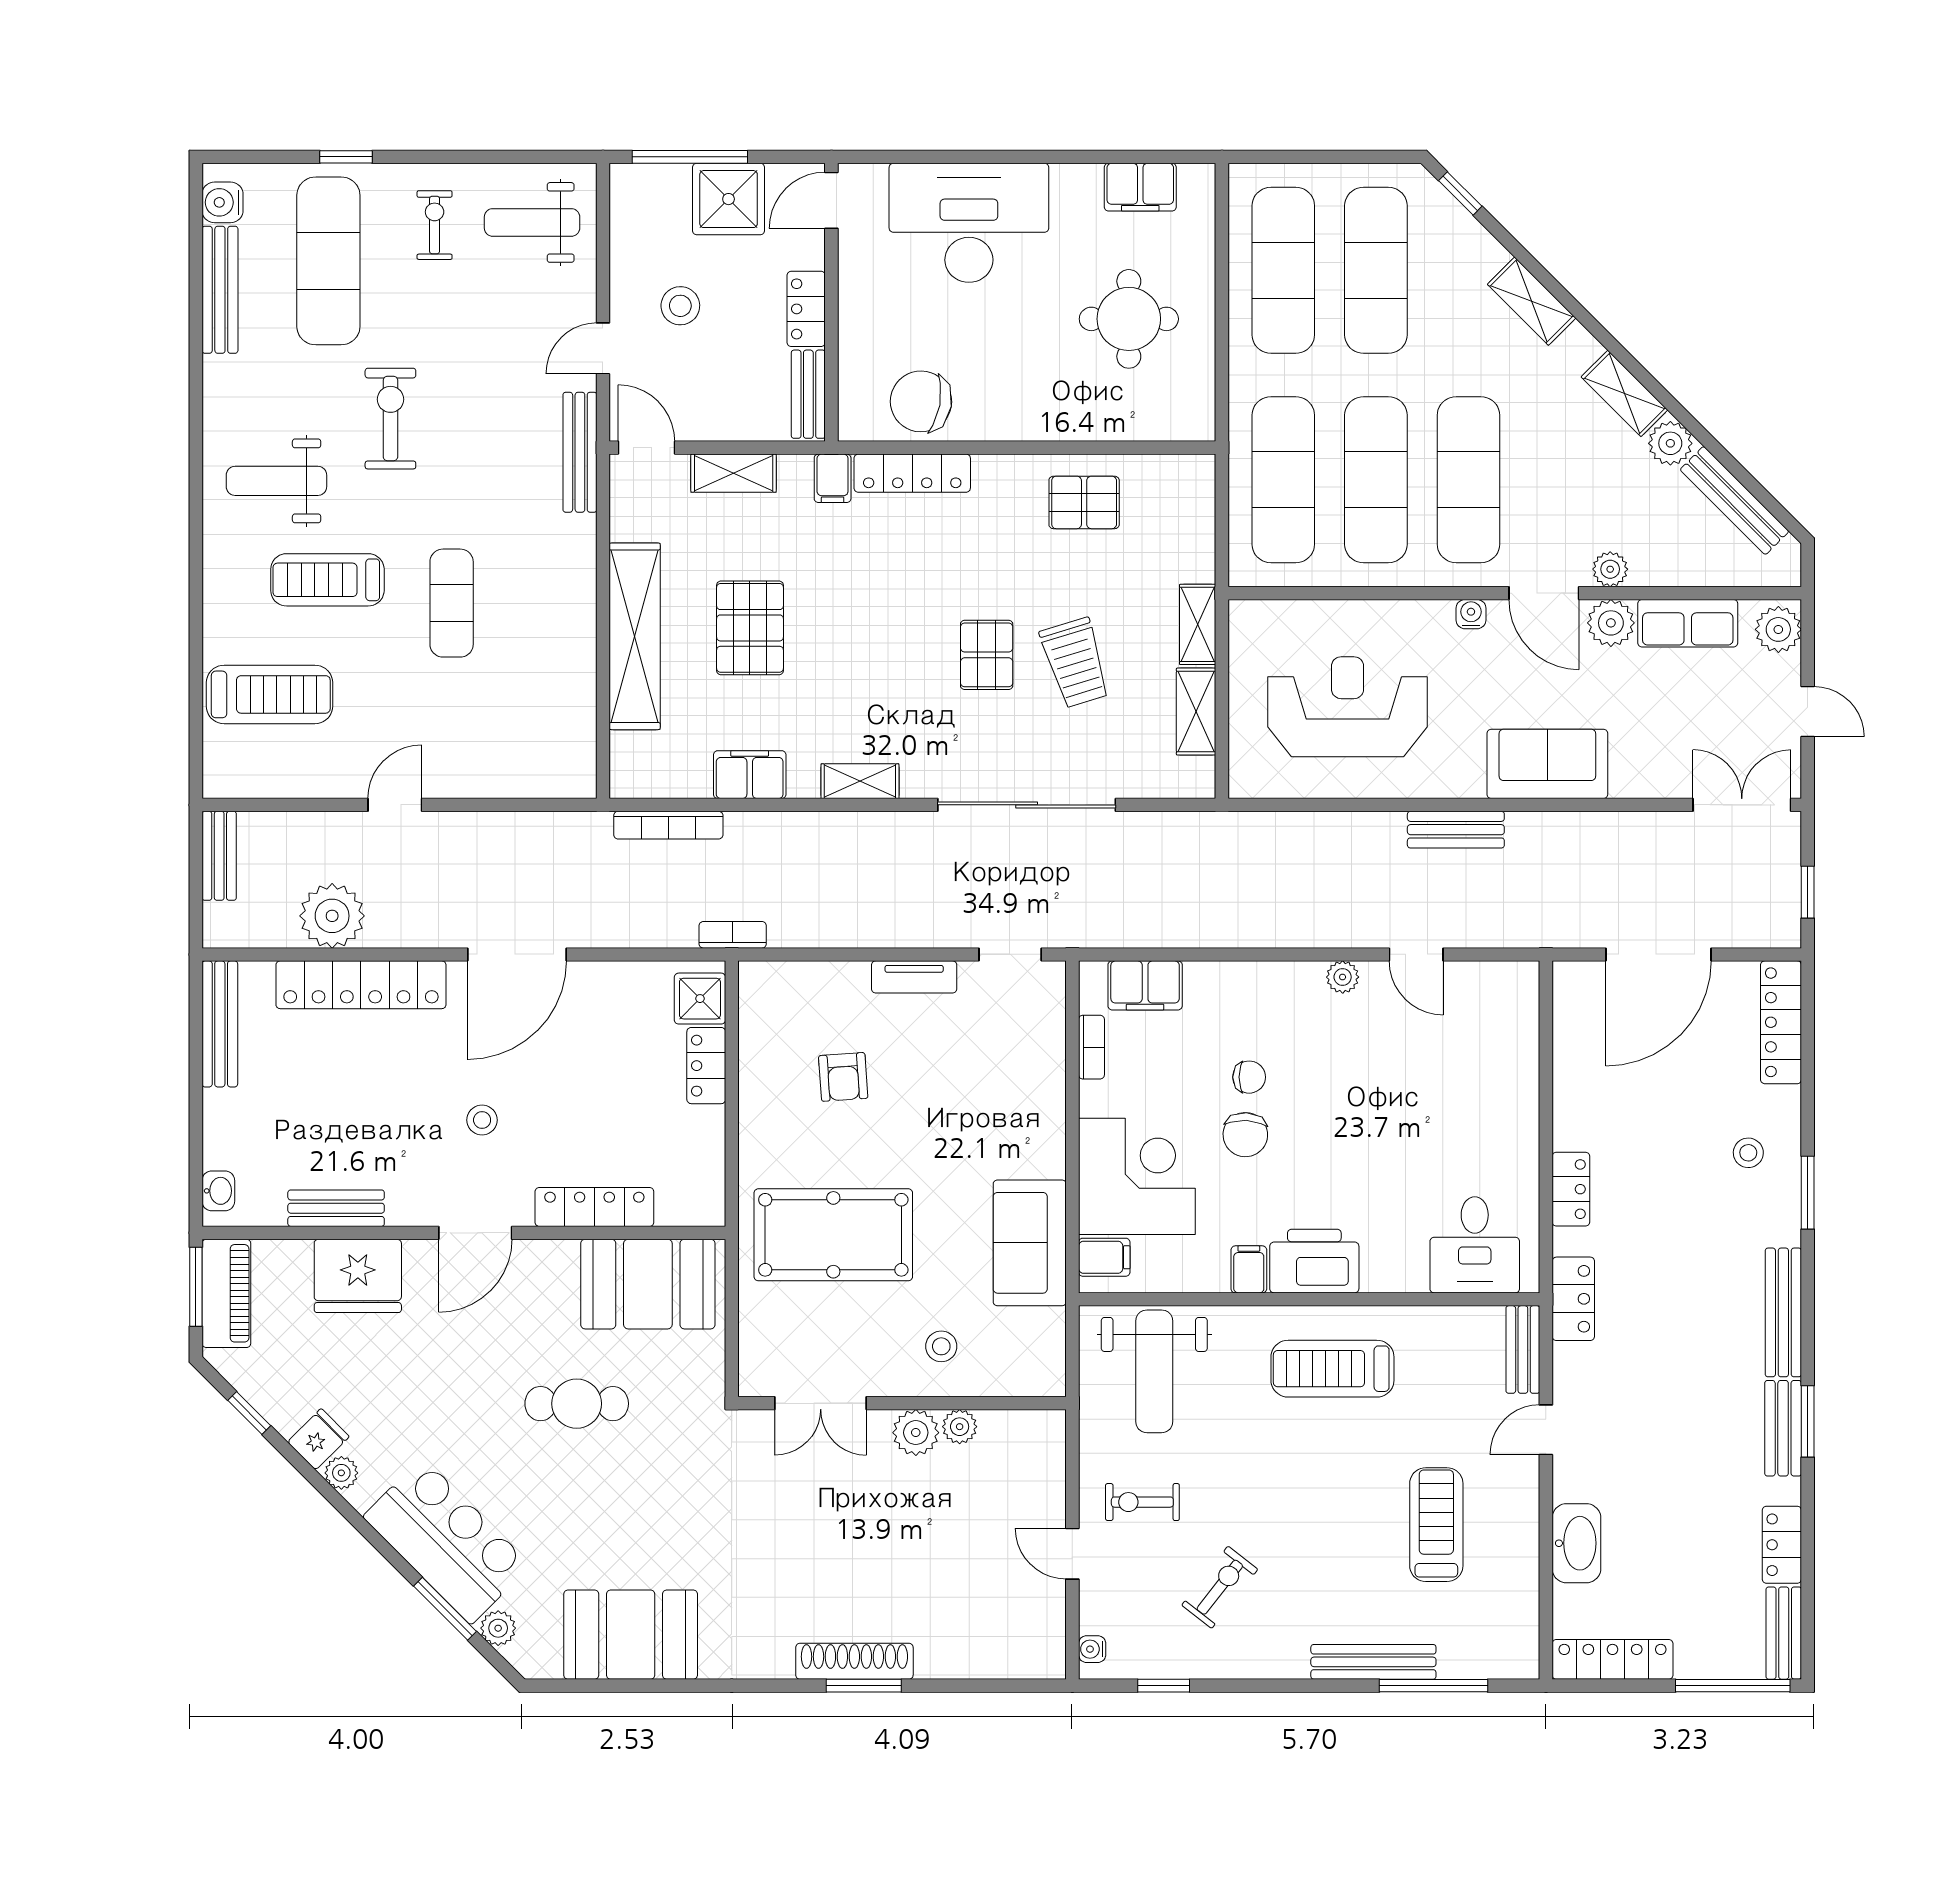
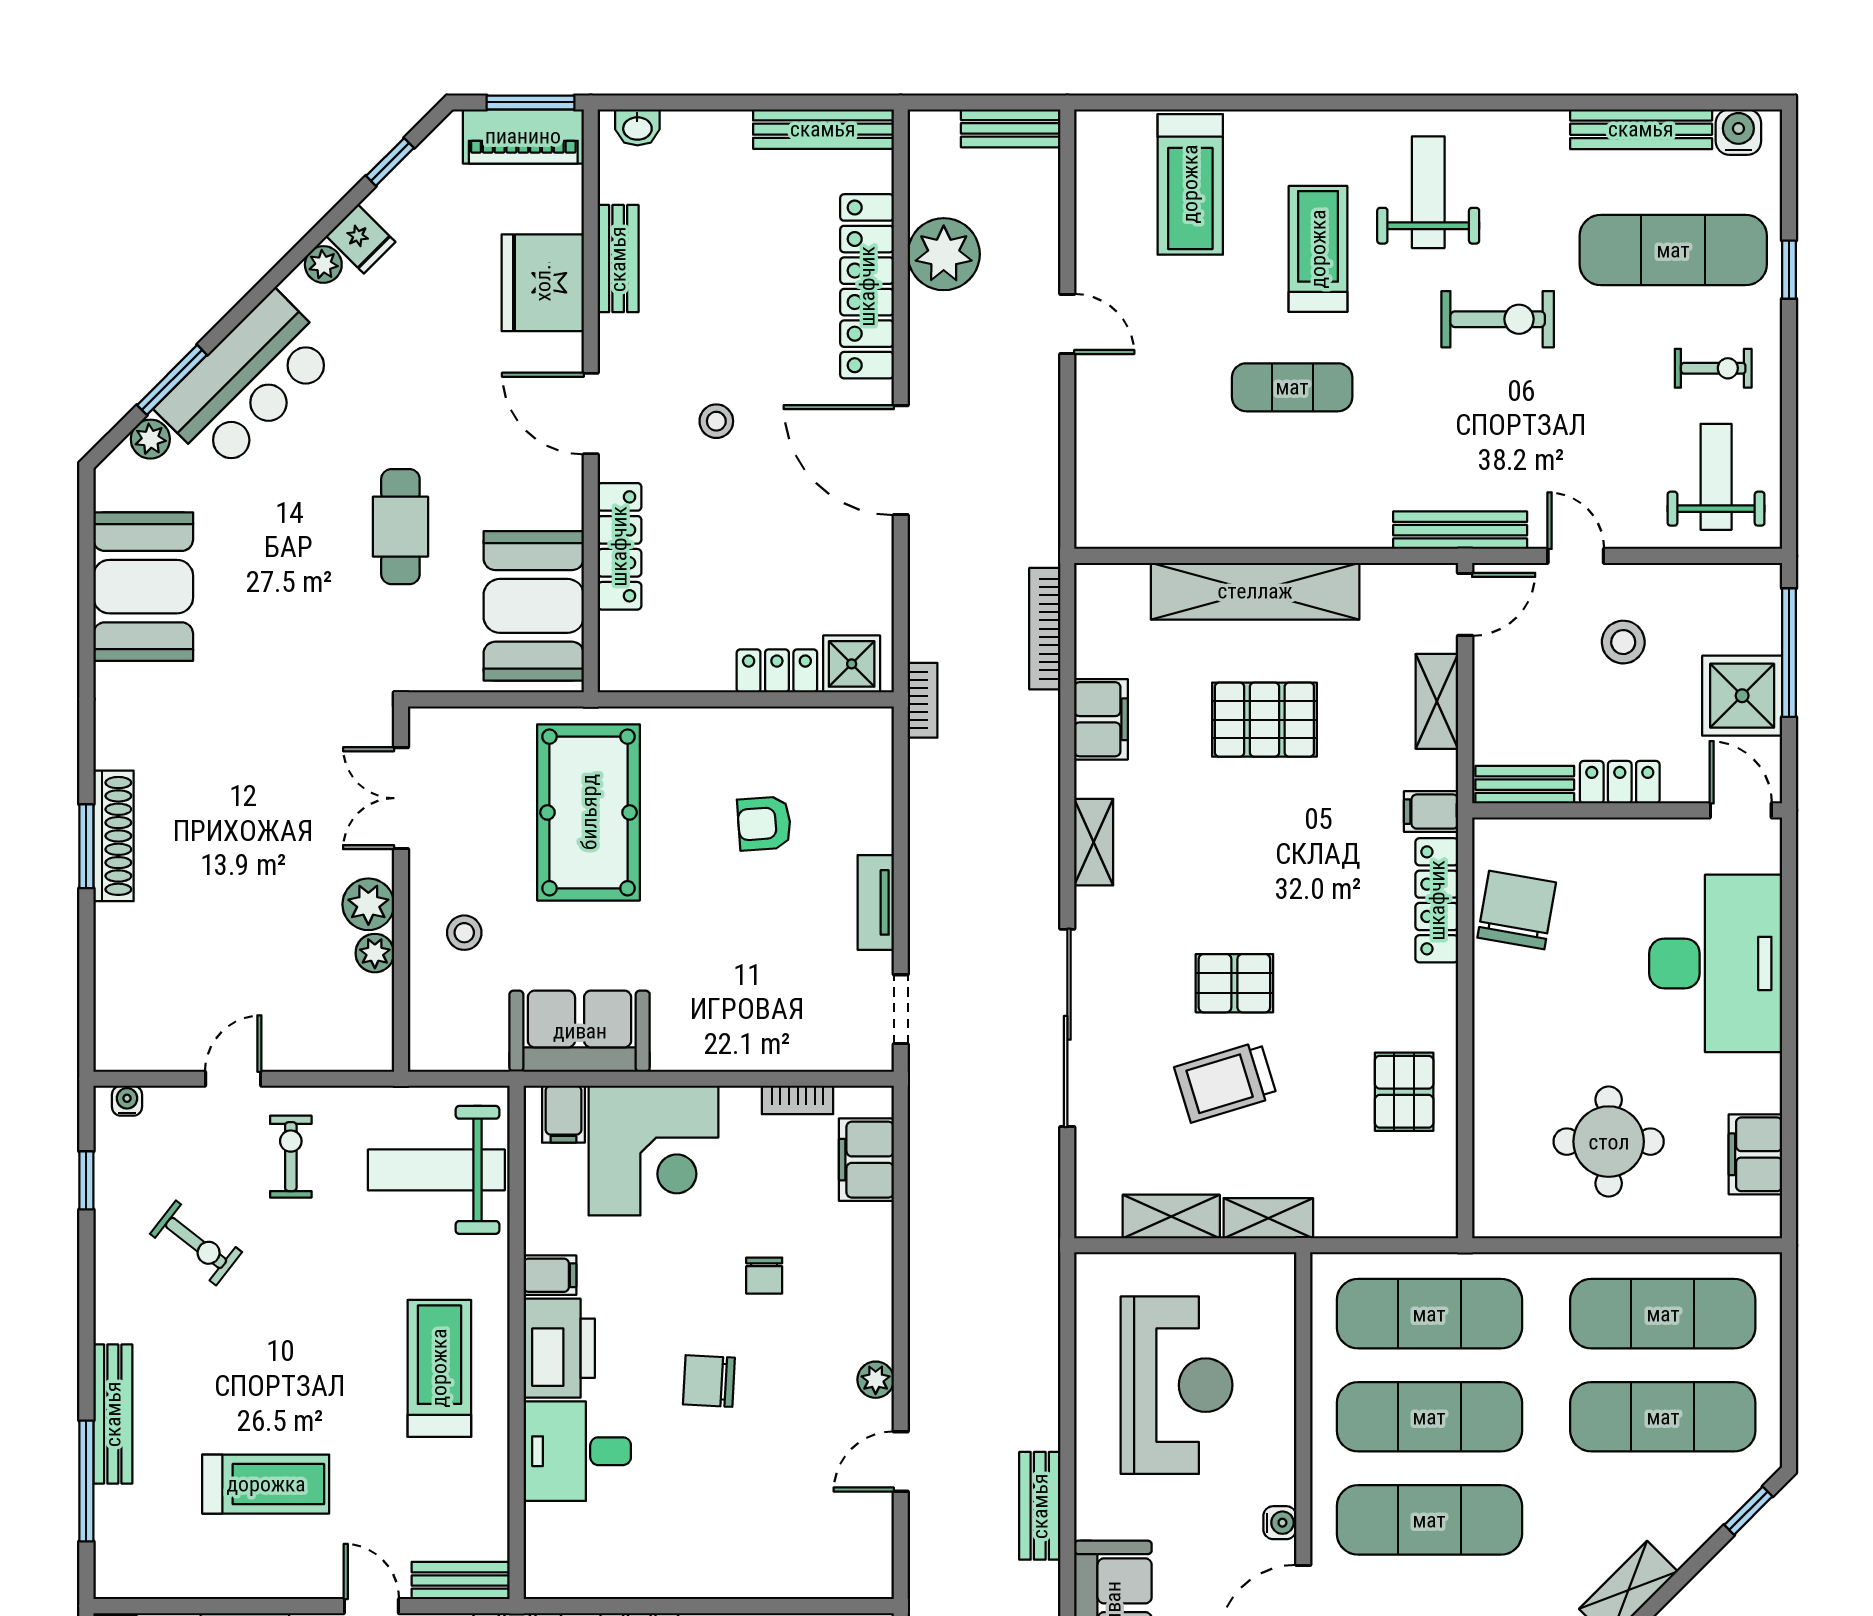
chair: (1245, 1135) -> (709, 1381), moved
desk: (1475, 1245) -> (577, 1451), moved

